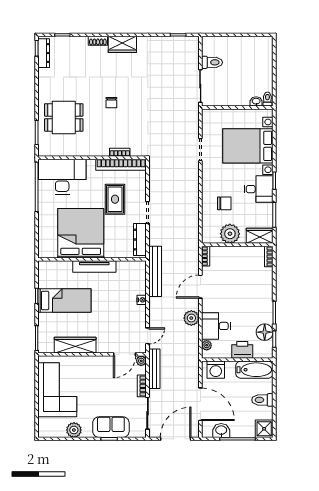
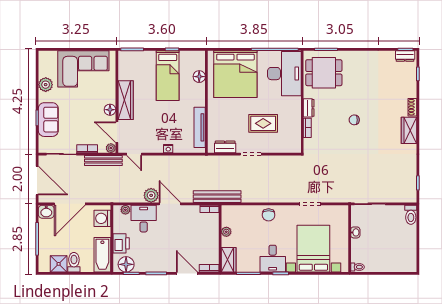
dresser: (44, 53) -> (405, 56), width x0.70
toilet: (212, 62) -> (411, 215), moved
washbasin: (256, 101) -> (355, 232), moved
dining table: (64, 117) -> (324, 73), moved, turned 90
dresser: (99, 151) -> (309, 108), added
bookcase: (121, 165) -> (296, 129), removed
chair: (224, 203) -> (269, 215), moved
bed: (81, 233) -> (235, 74), moved, turned 90
plant: (230, 234) -> (226, 232), width x0.53, depth x0.53
dresser: (140, 240) -> (225, 147), width x0.70
tv unit: (94, 266) -> (200, 127), moved
floor lamp: (65, 267) -> (199, 77), added
bench: (155, 271) -> (217, 197), moved
door: (274, 280) -> (187, 273), added
door: (200, 287) -> (170, 204), moved
floor lamp: (265, 332) -> (126, 264), moved
wardrobe: (75, 345) -> (126, 100), moved
floor lamp: (101, 362) -> (110, 110), added
shower: (264, 429) -> (59, 264), moved
washbasin: (221, 431) -> (46, 212), moved, turned 90

